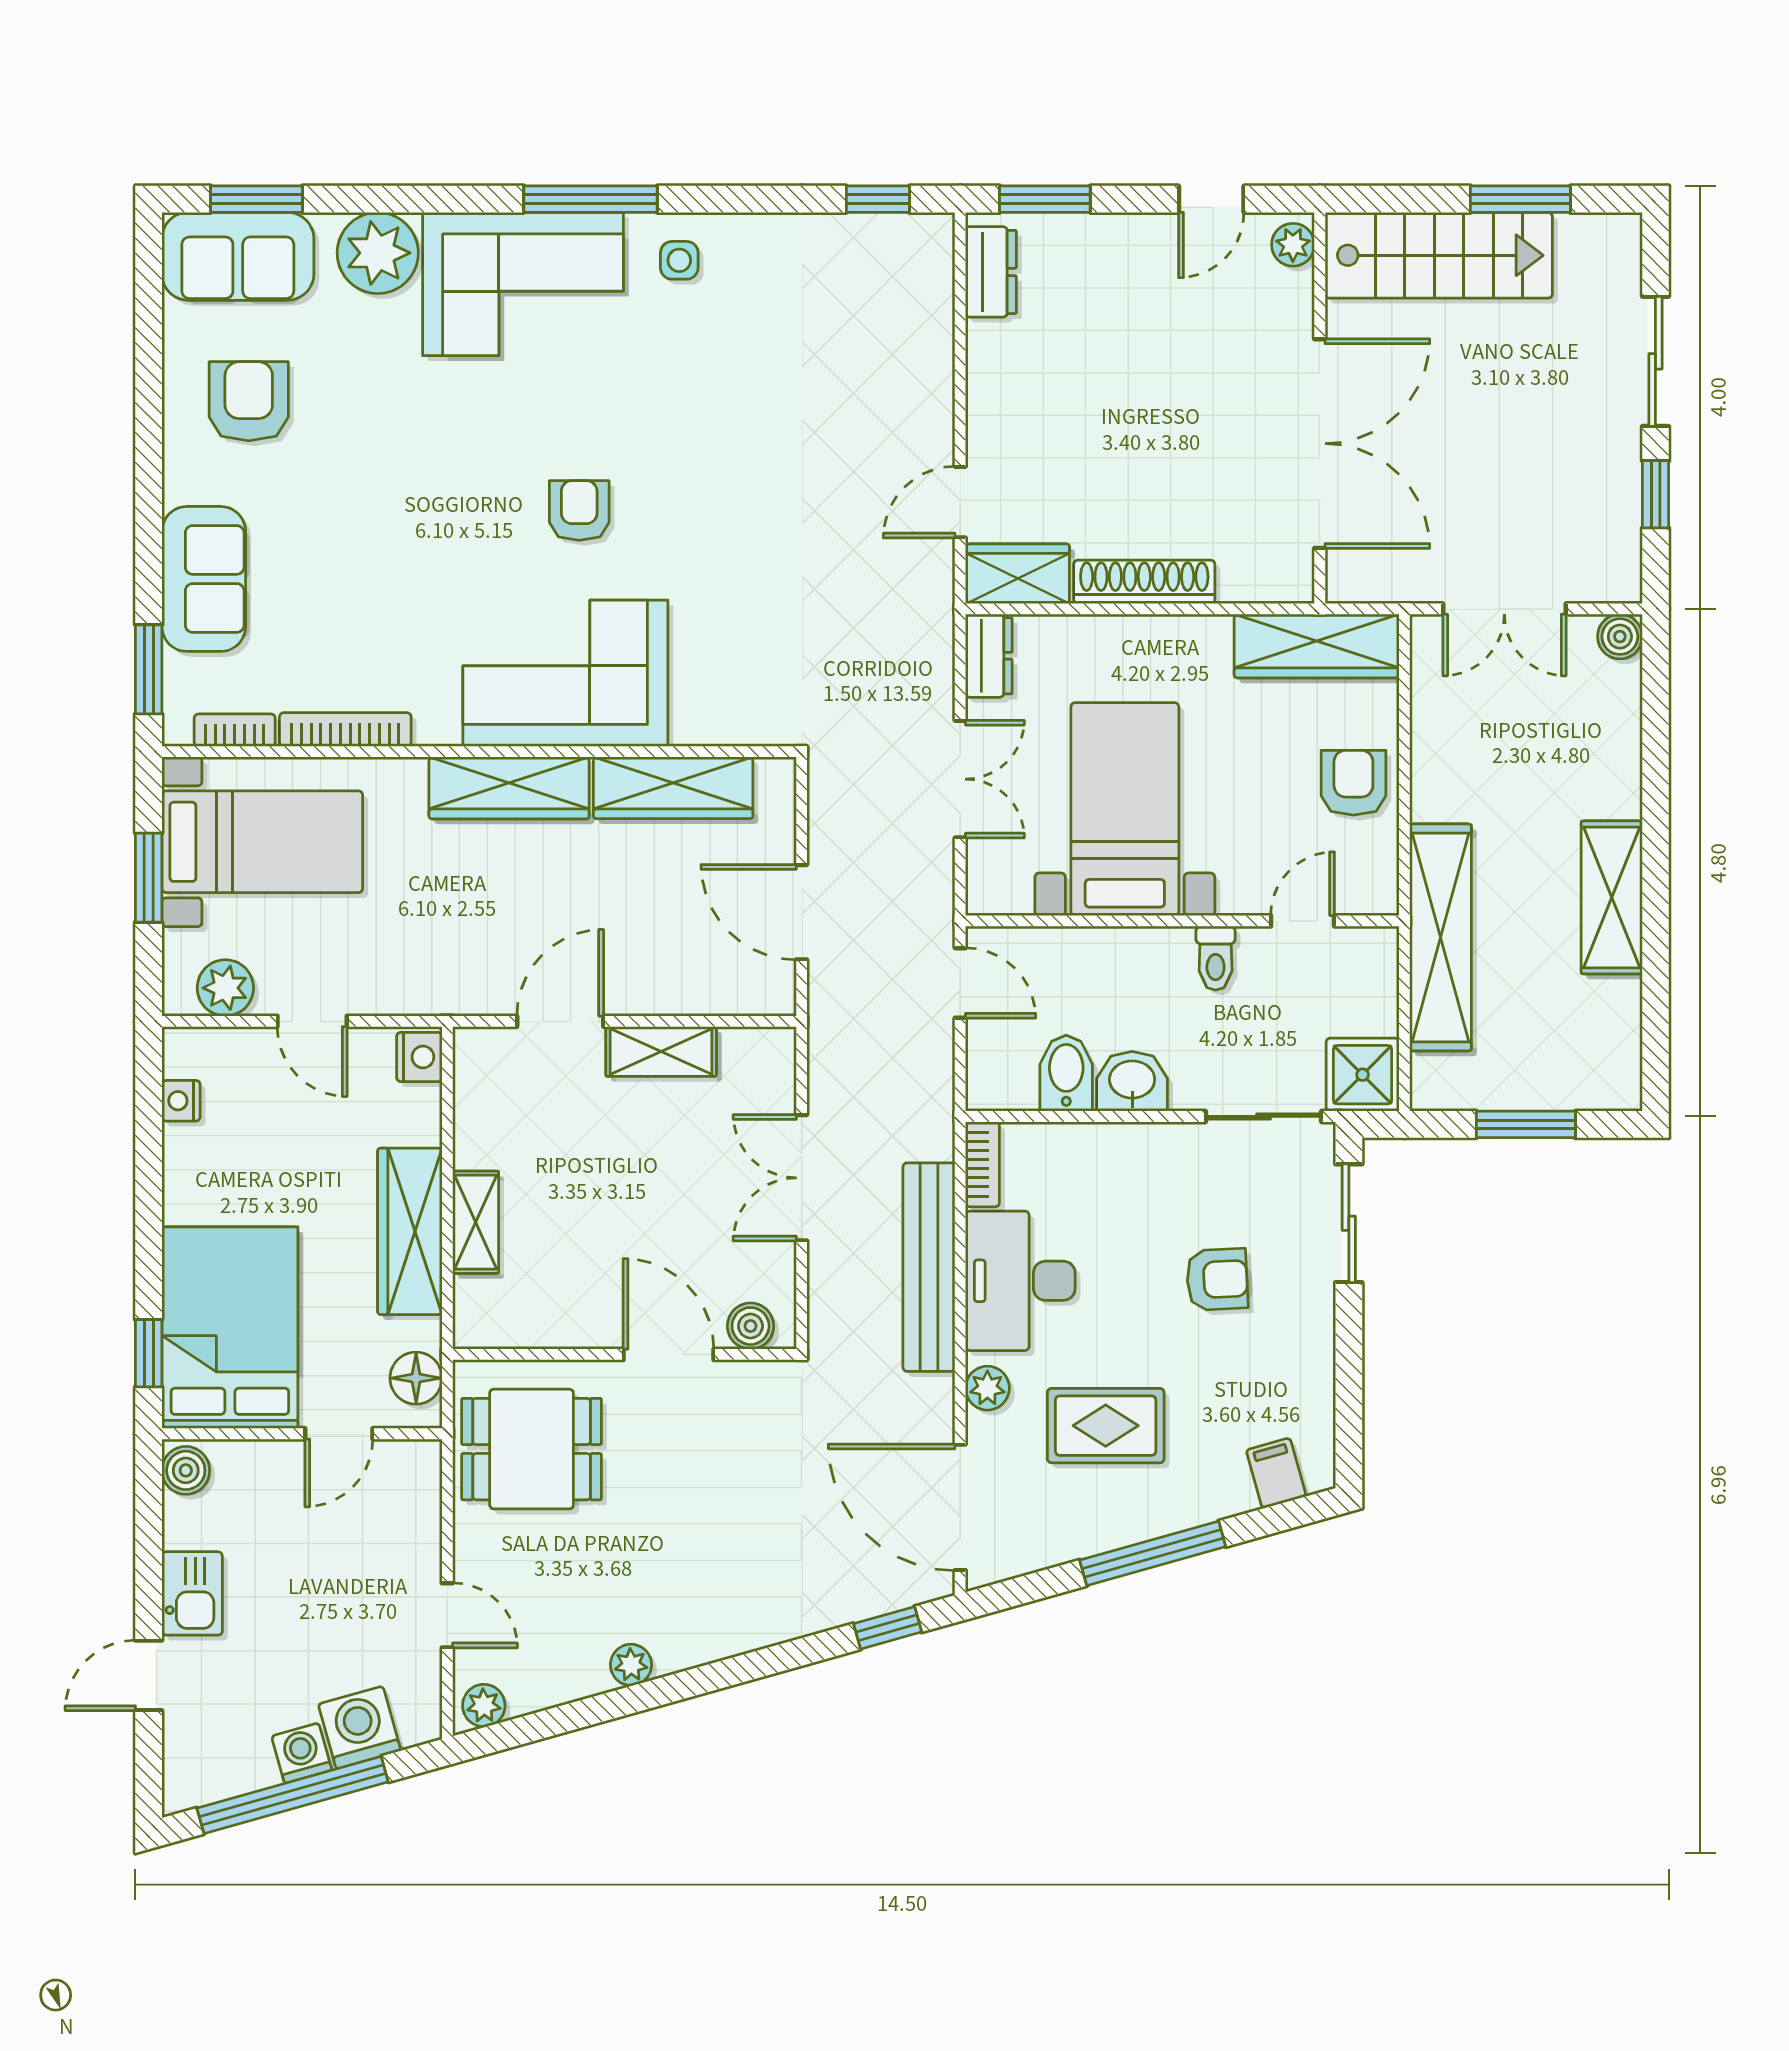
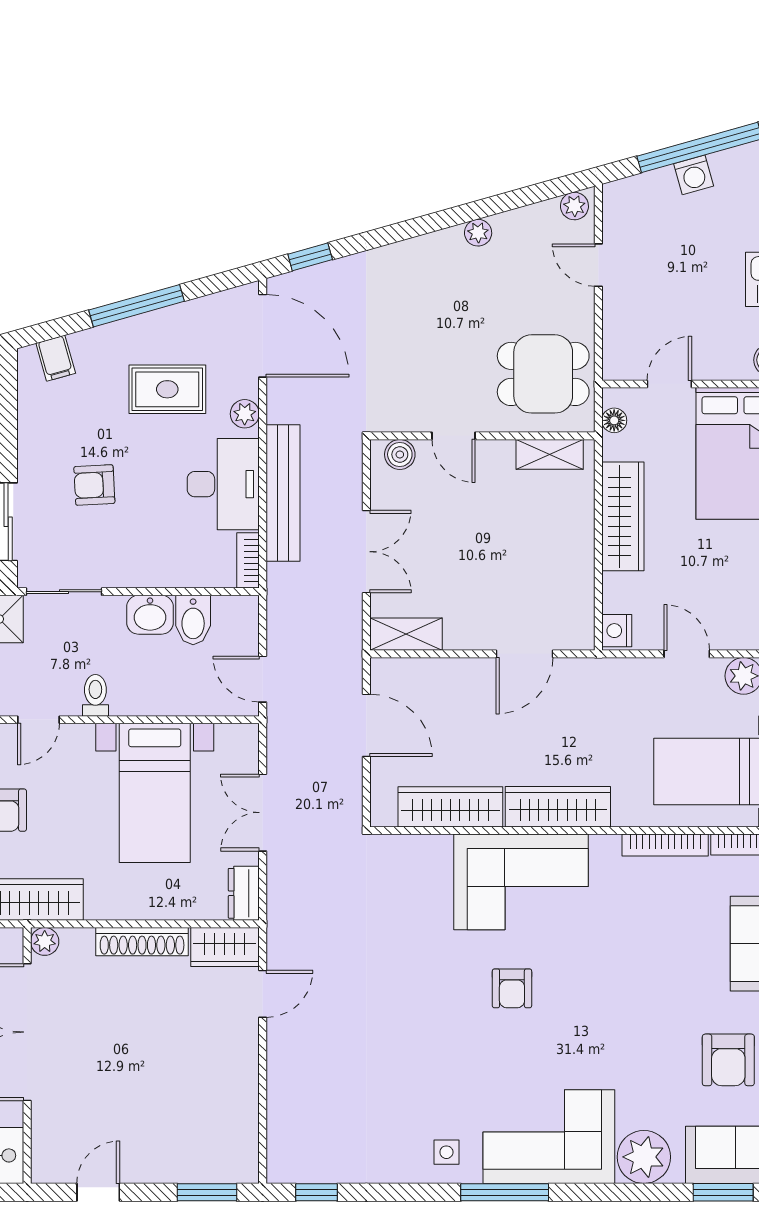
plant: (1293, 245) -> (45, 941), moved
dresser: (991, 272) -> (242, 1145), removed
shelving: (661, 1051) -> (406, 634), moved
shelving: (476, 1222) -> (550, 454), moved, turned 90
door: (668, 1354) -> (454, 436), width x0.73
floor lamp: (416, 1378) -> (614, 420), width x0.73, depth x0.73
washing machine: (360, 1727) -> (656, 192), removed

